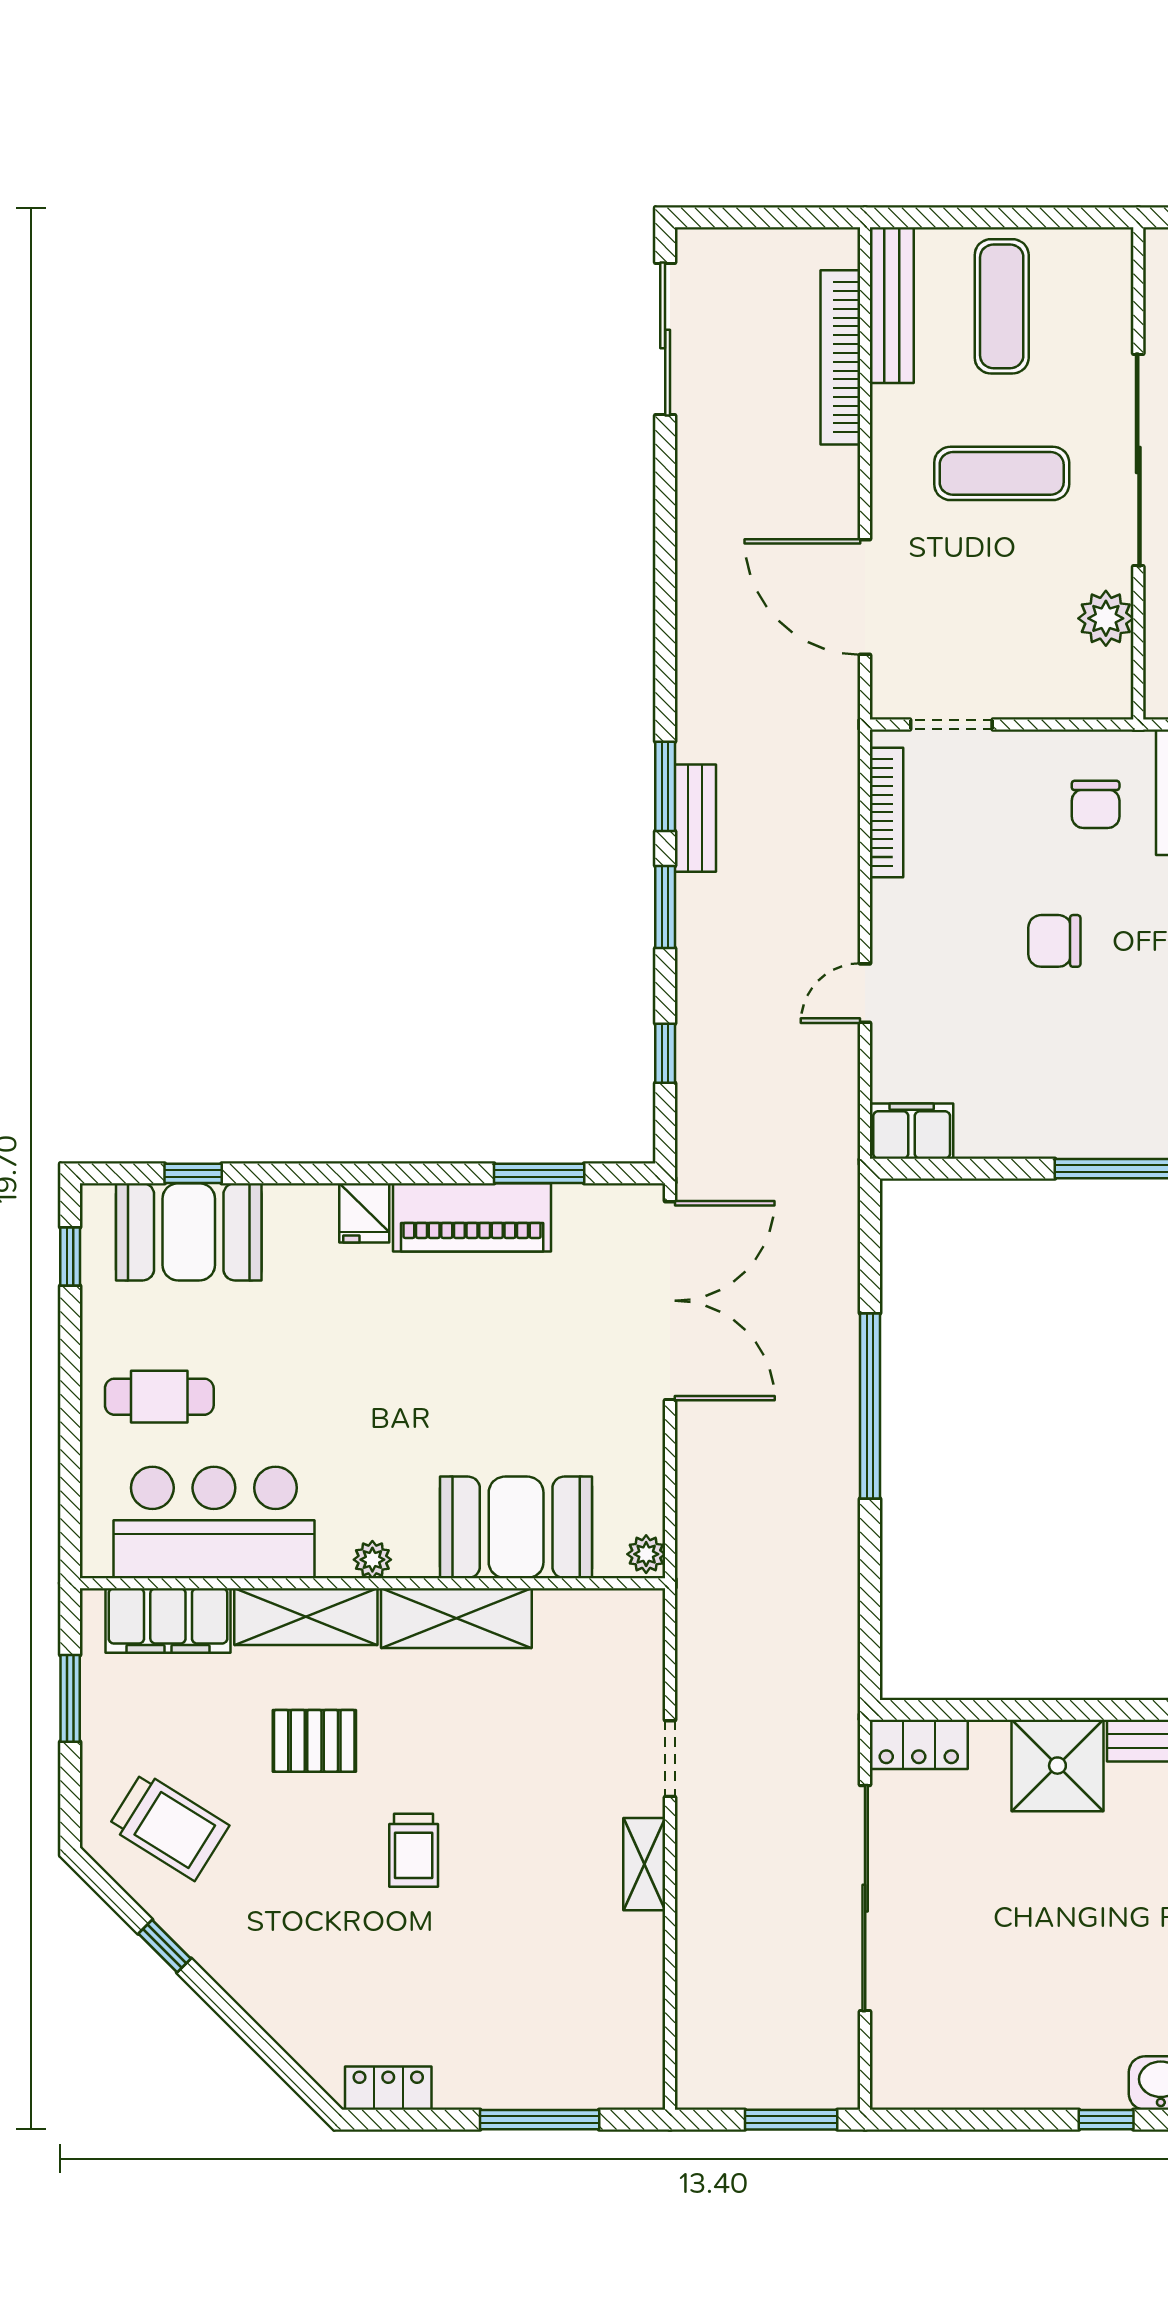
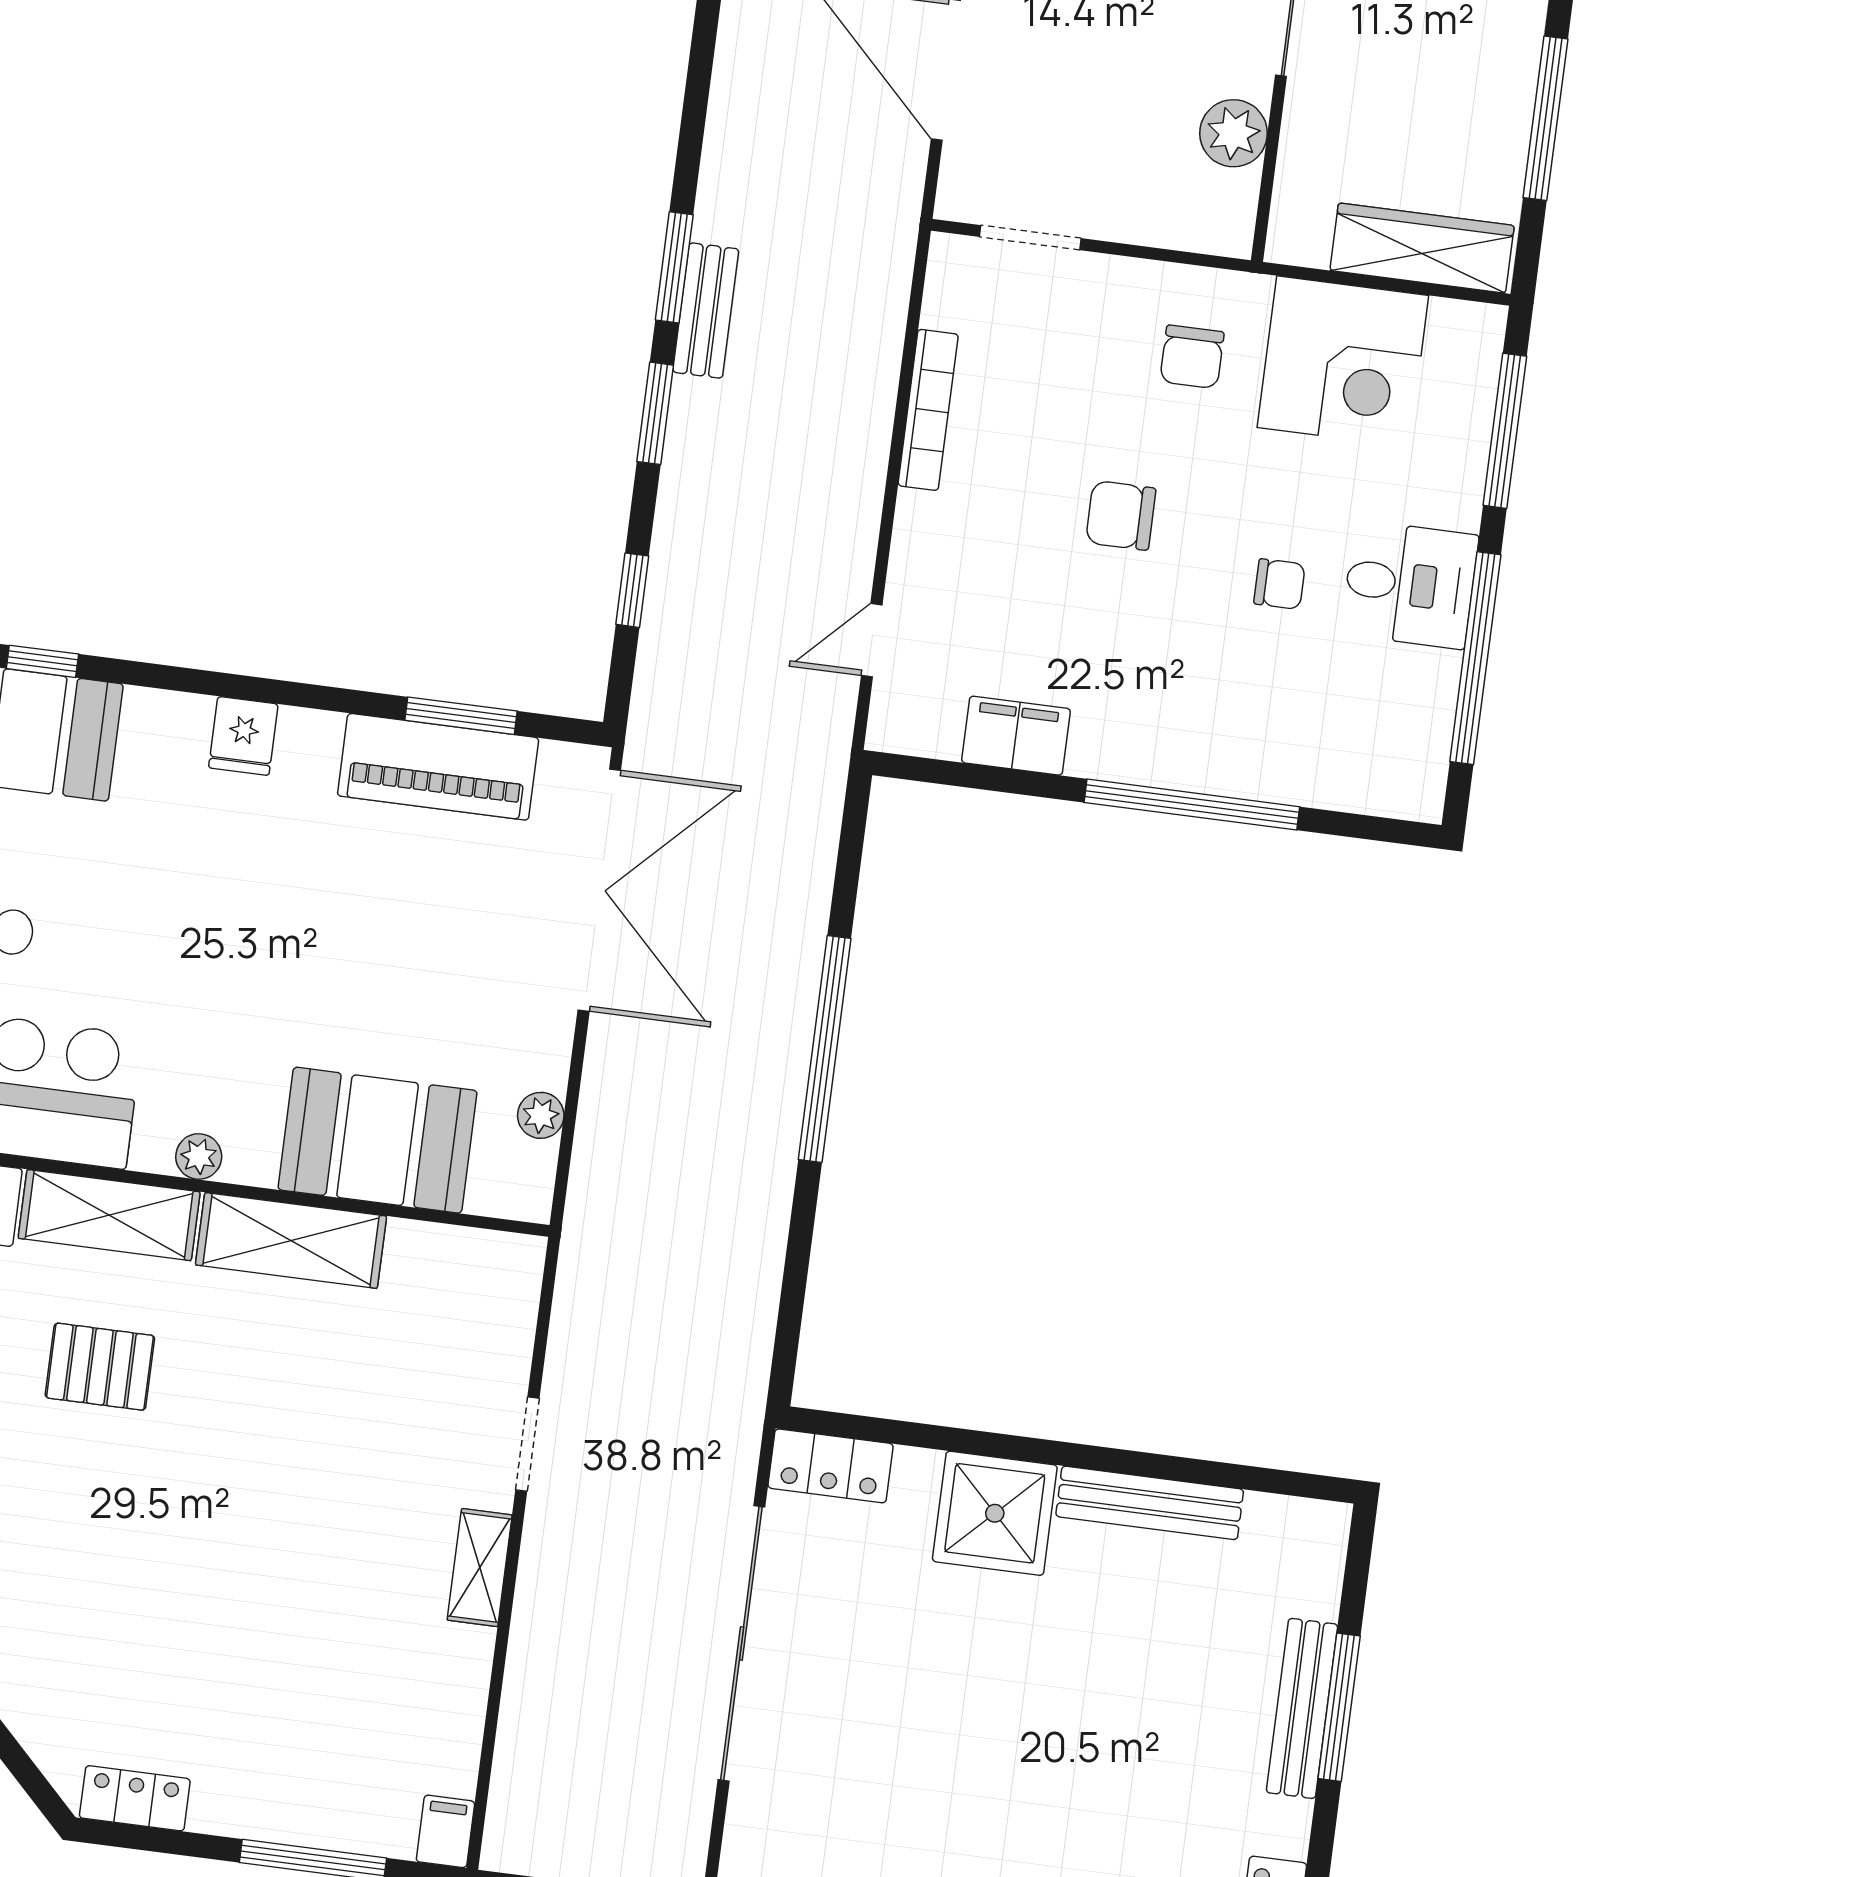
bookcase: (887, 812) -> (928, 410), moved
door: (865, 993) -> (872, 640), moved
filing cabinet: (912, 1131) -> (1016, 736), moved
piano: (472, 1217) -> (438, 767), moved
plant: (646, 1554) -> (541, 1115), moved
trolley: (414, 1850) -> (203, 1515), removed
filing cabinet: (644, 2082) -> (445, 1831), added

